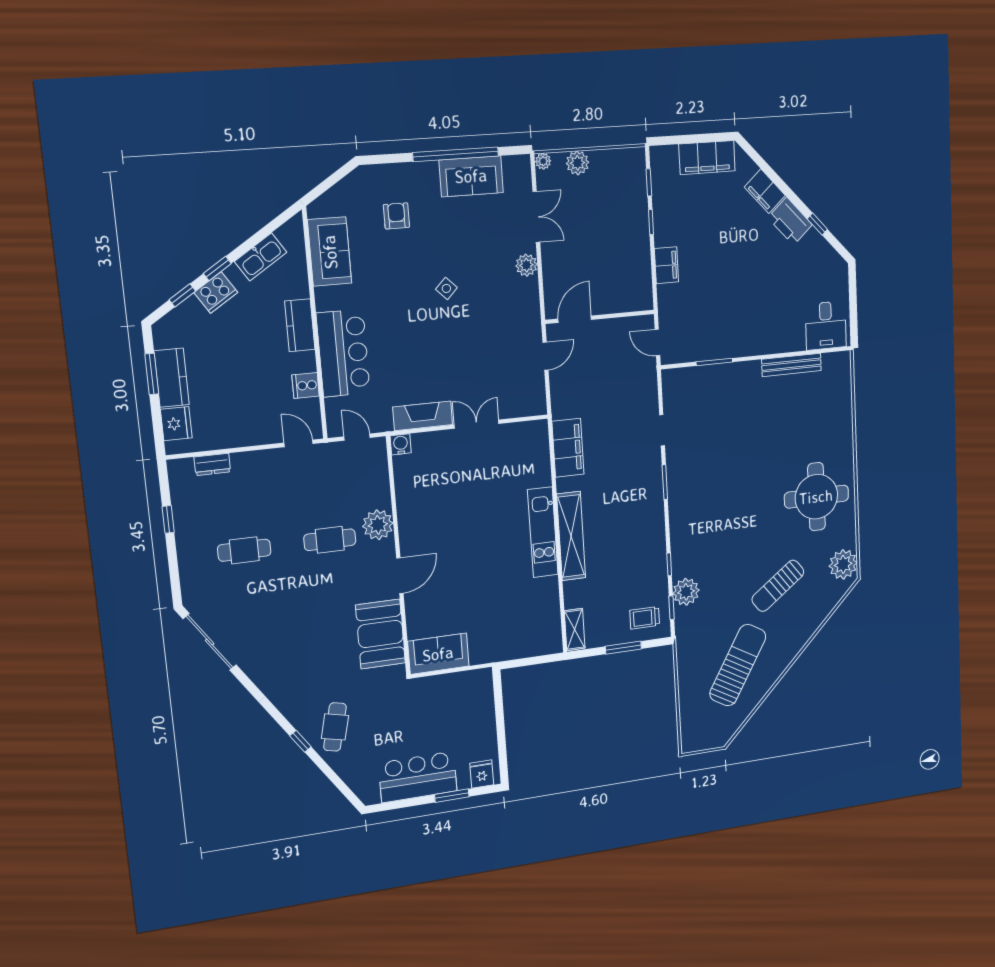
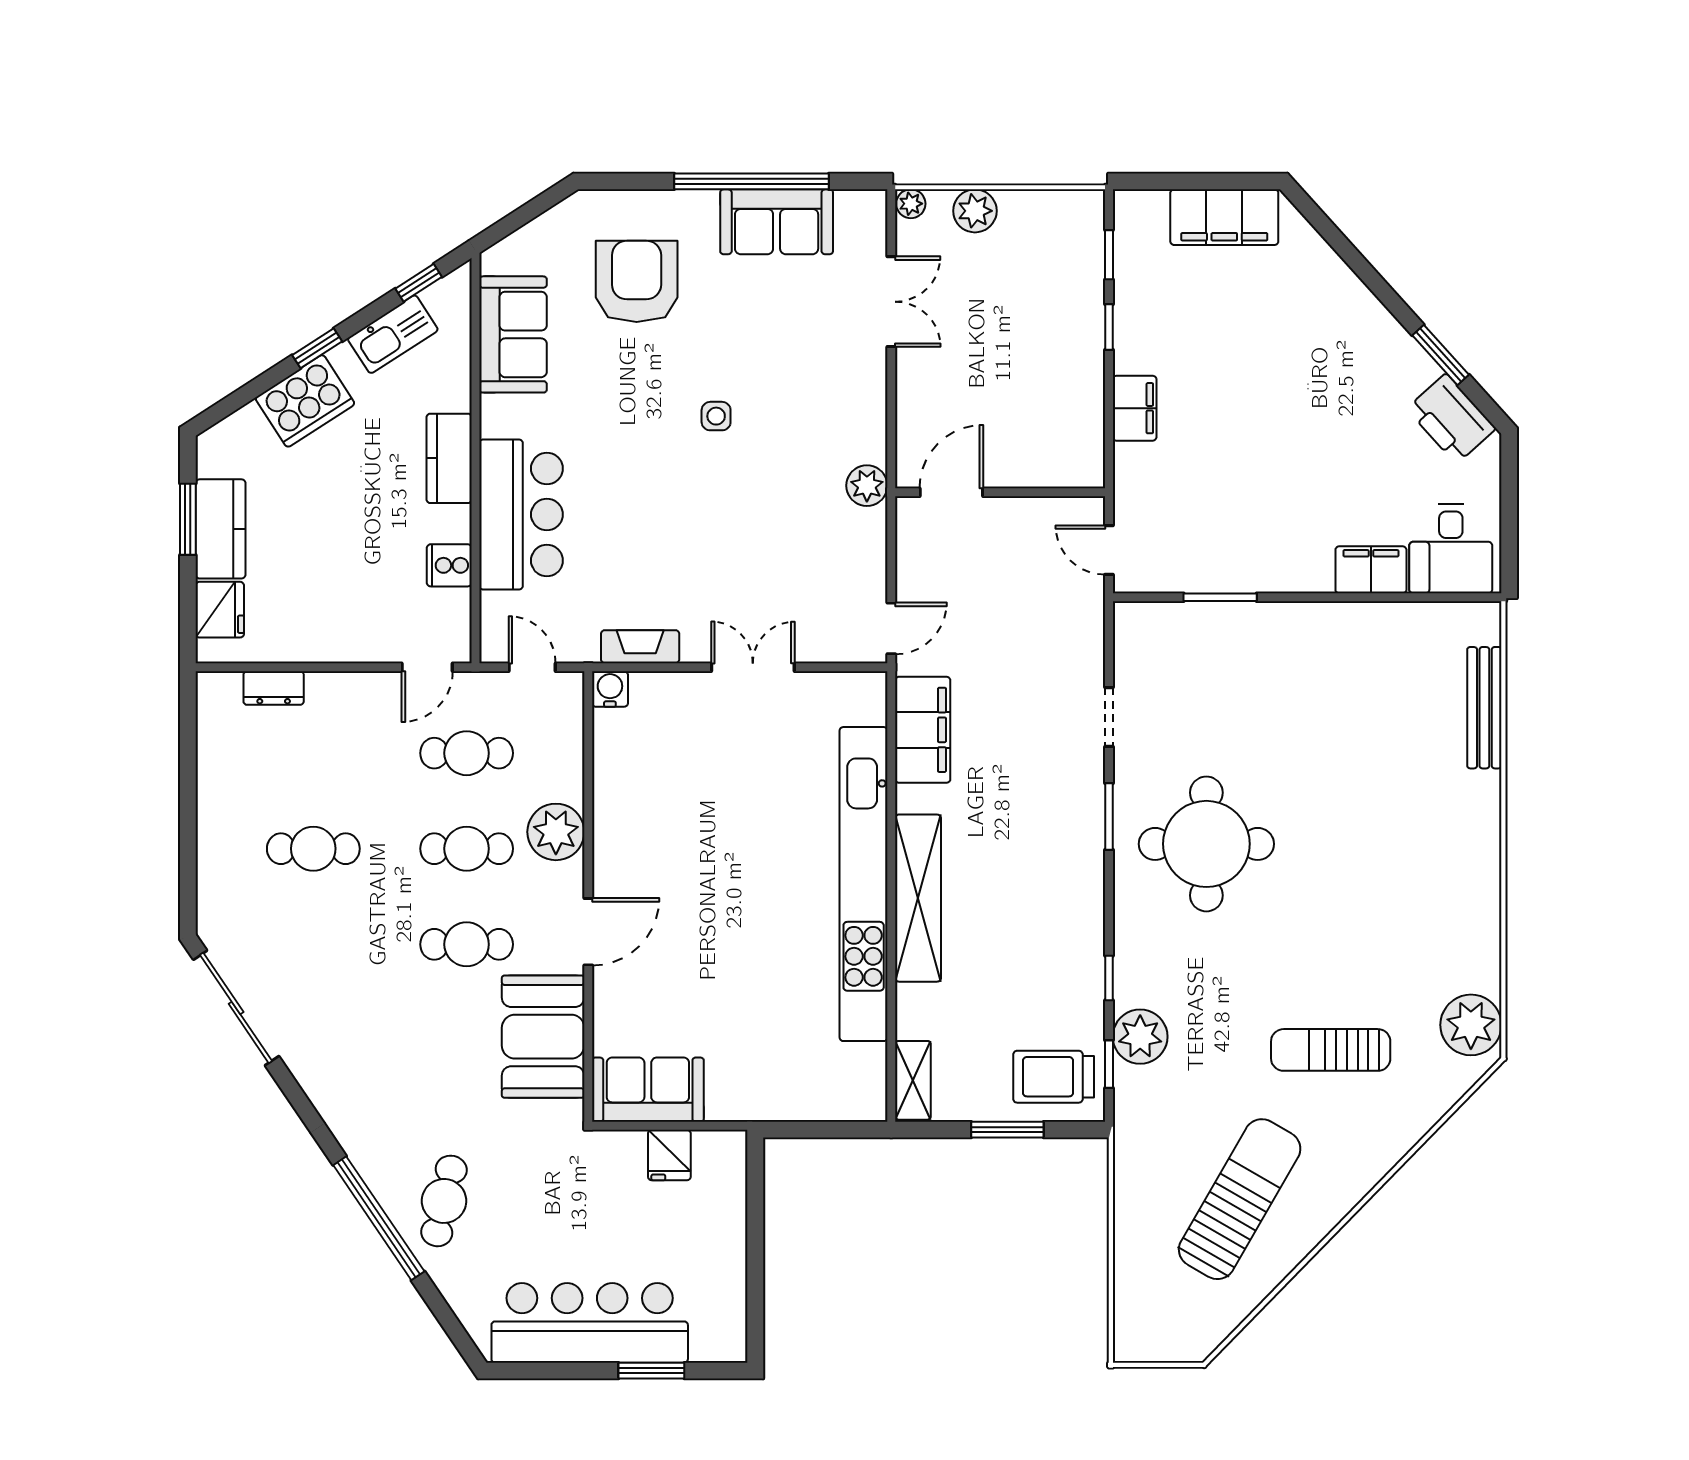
filing cabinet: (765, 191) -> (1371, 570), moved, turned 132
armchair: (396, 216) -> (637, 281), width x1.88, depth x1.88
printer: (790, 221) -> (1451, 419), moved
window: (817, 224) -> (1441, 355), width x1.50
plant: (526, 265) -> (867, 486), moved
side table: (446, 288) -> (716, 416), turned 45
cooker: (216, 292) -> (305, 401), width x1.37, depth x1.31
window: (182, 295) -> (419, 283), moved
door: (545, 356) -> (891, 628), moved
bench: (791, 365) -> (1484, 708), moved, turned 90
fireplace: (423, 416) -> (640, 647), width x0.73, depth x0.76
door: (298, 443) -> (427, 667), swing flipped
cafe table: (325, 488) -> (467, 753), added
round table: (816, 497) -> (1206, 844), moved
window: (168, 519) -> (188, 777), removed
kitchen unit: (543, 532) -> (864, 884), width x1.86
sun lounger: (778, 586) -> (1331, 1050), turned 37
cafe table: (335, 591) -> (467, 944), added
trolley: (645, 618) -> (1054, 1077), width x1.36, depth x1.39
window: (300, 741) -> (379, 1218), width x3.17
fridge: (482, 774) -> (669, 1155), moved, turned 180
bar counter: (418, 777) -> (590, 1323), width x1.36

